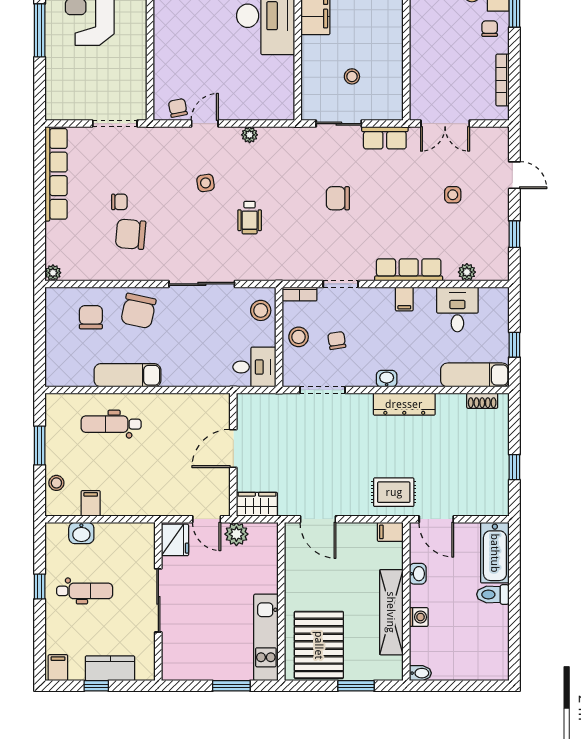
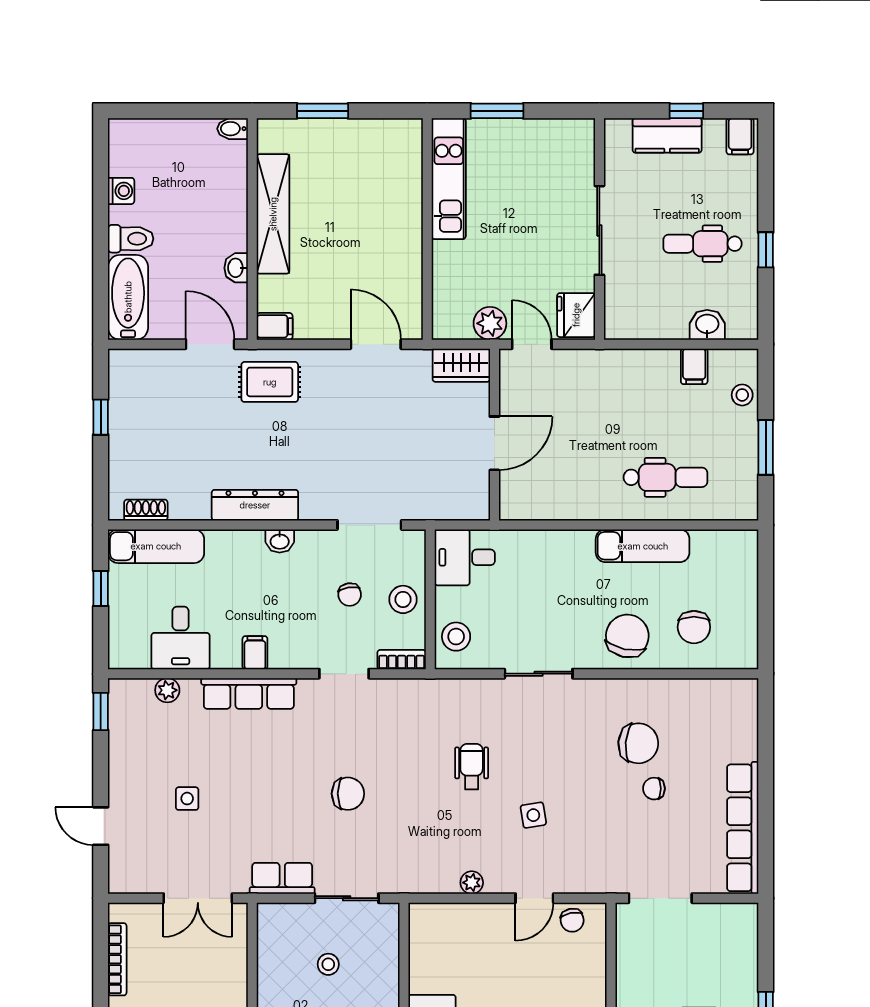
double door: (445, 124) -> (198, 898), swing flipped
window: (514, 234) -> (101, 711), moved
plant: (53, 273) -> (747, 689), removed
sliding door: (202, 284) -> (539, 674), width x0.73
washing machine: (419, 617) -> (121, 191), moved, turned 180
pallet: (319, 645) -> (375, 168), removed

